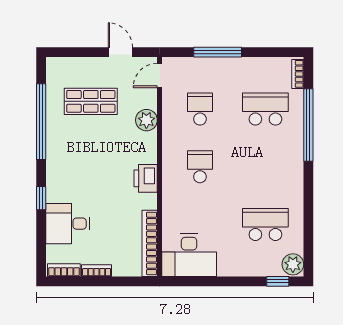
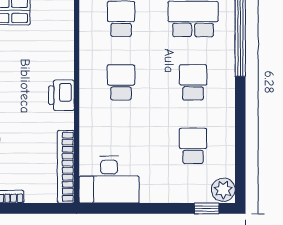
plant: (146, 120) -> (62, 31), removed
school desk: (265, 167) -> (193, 82), added
school desk: (265, 224) -> (193, 146), width x0.54

